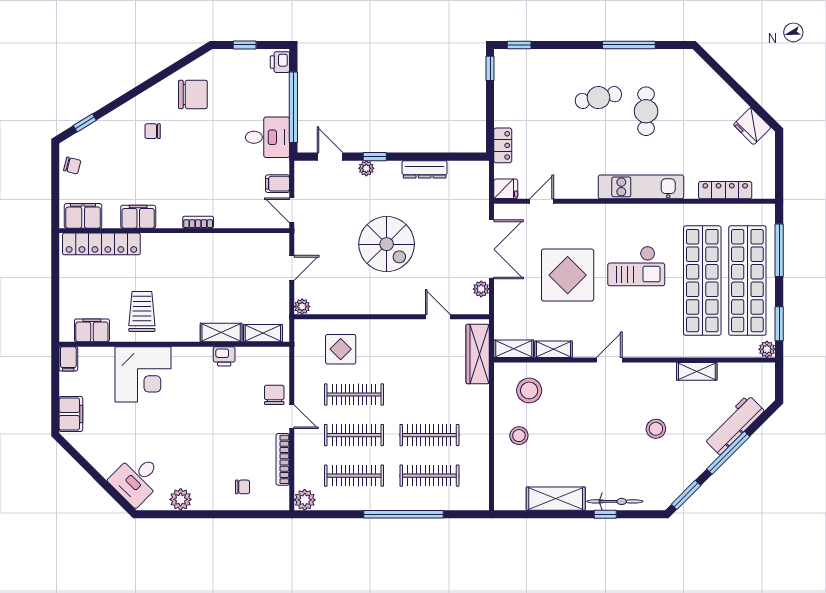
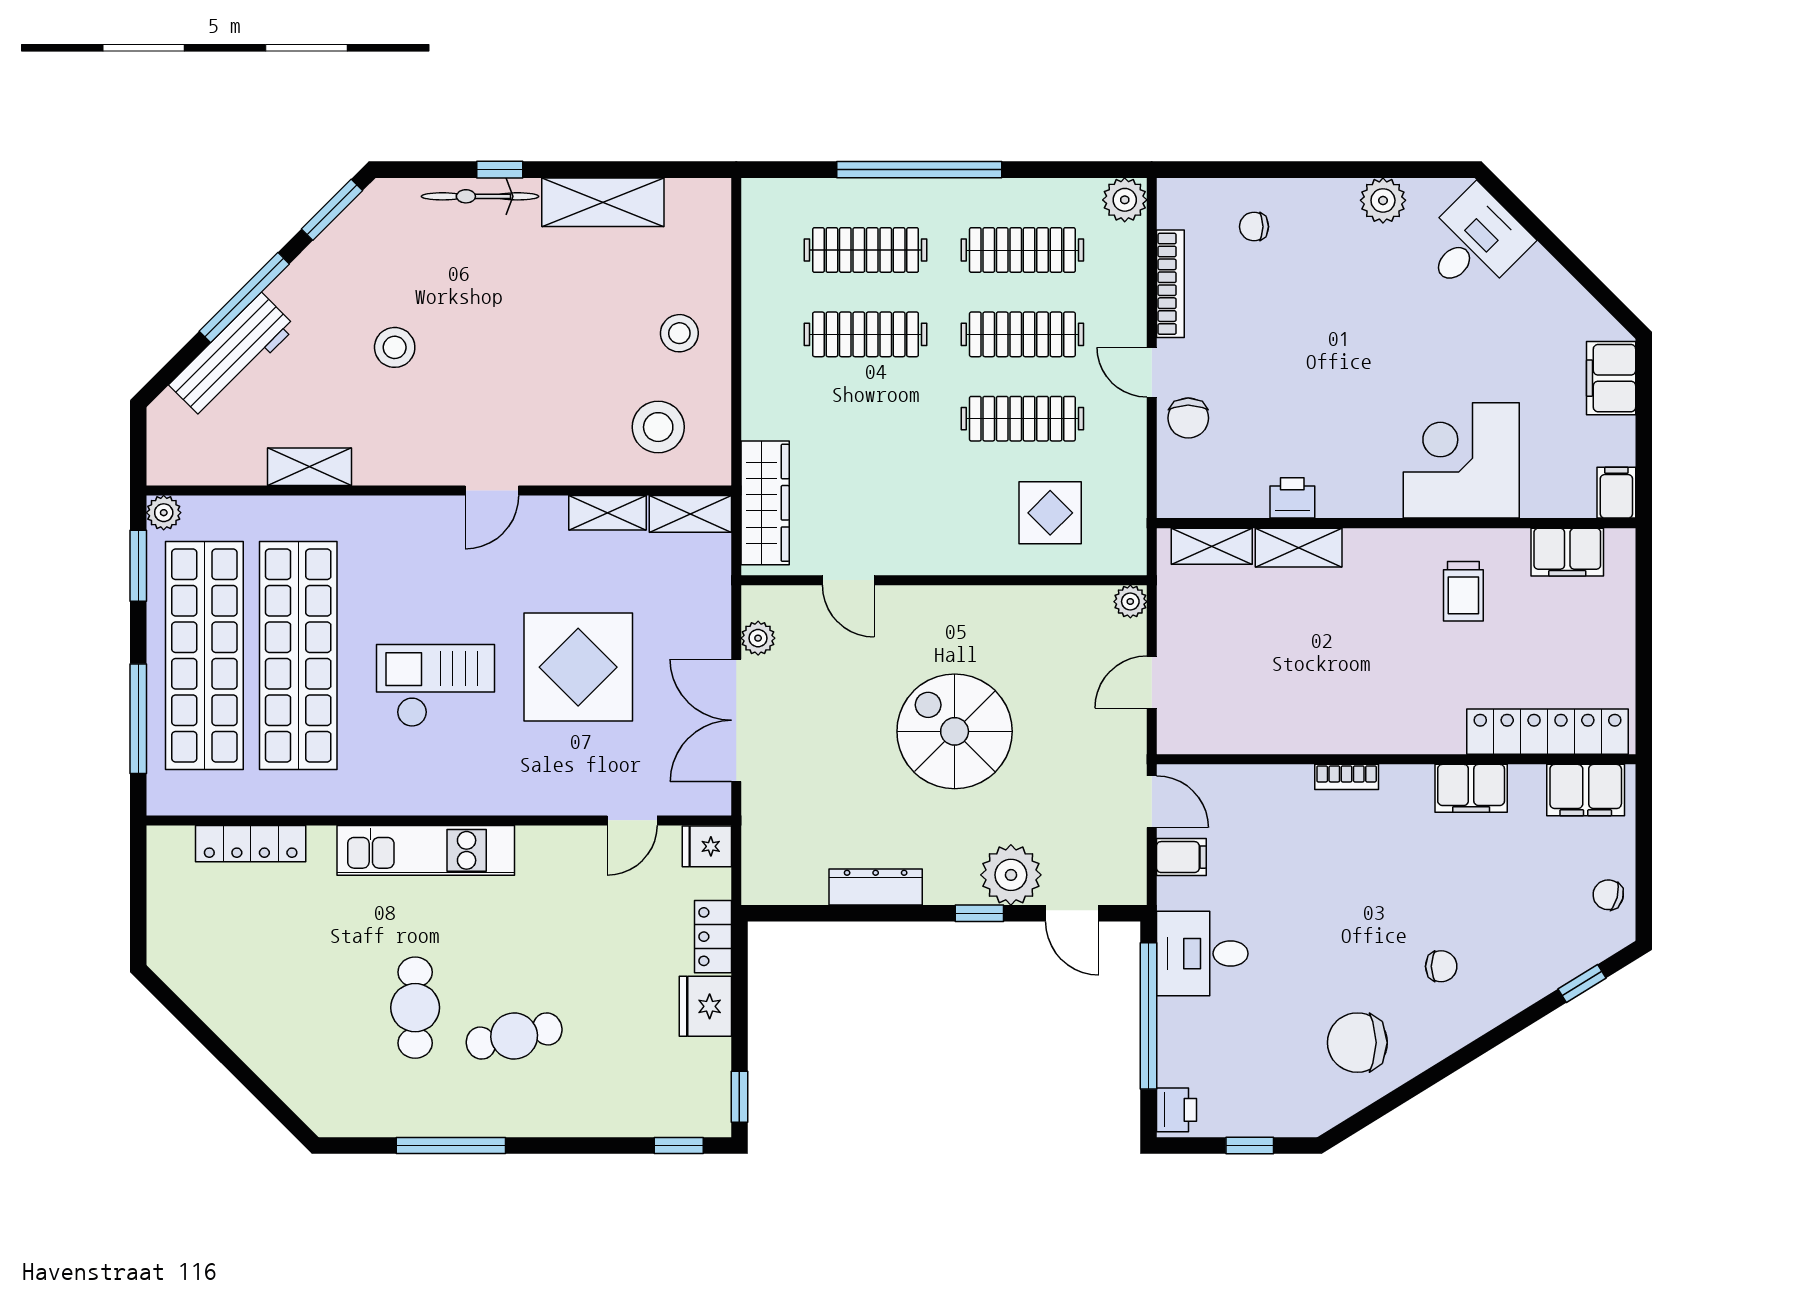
fridge: (752, 126) -> (705, 1006), moved, turned -135
plant: (366, 168) -> (1011, 875), width x1.88, depth x1.88
trolley: (142, 311) -> (1463, 591), width x0.73, depth x0.72

